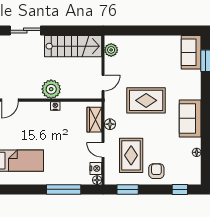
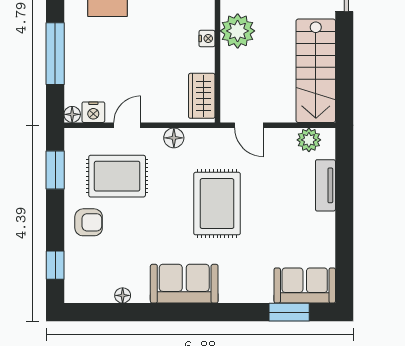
tv unit: (136, 41) -> (325, 185), added
wardrobe: (94, 120) -> (202, 96), moved, turned -90

